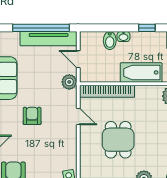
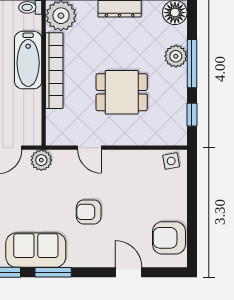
bookcase: (107, 91) -> (54, 71), moved
door: (78, 117) -> (89, 148), swing flipped

